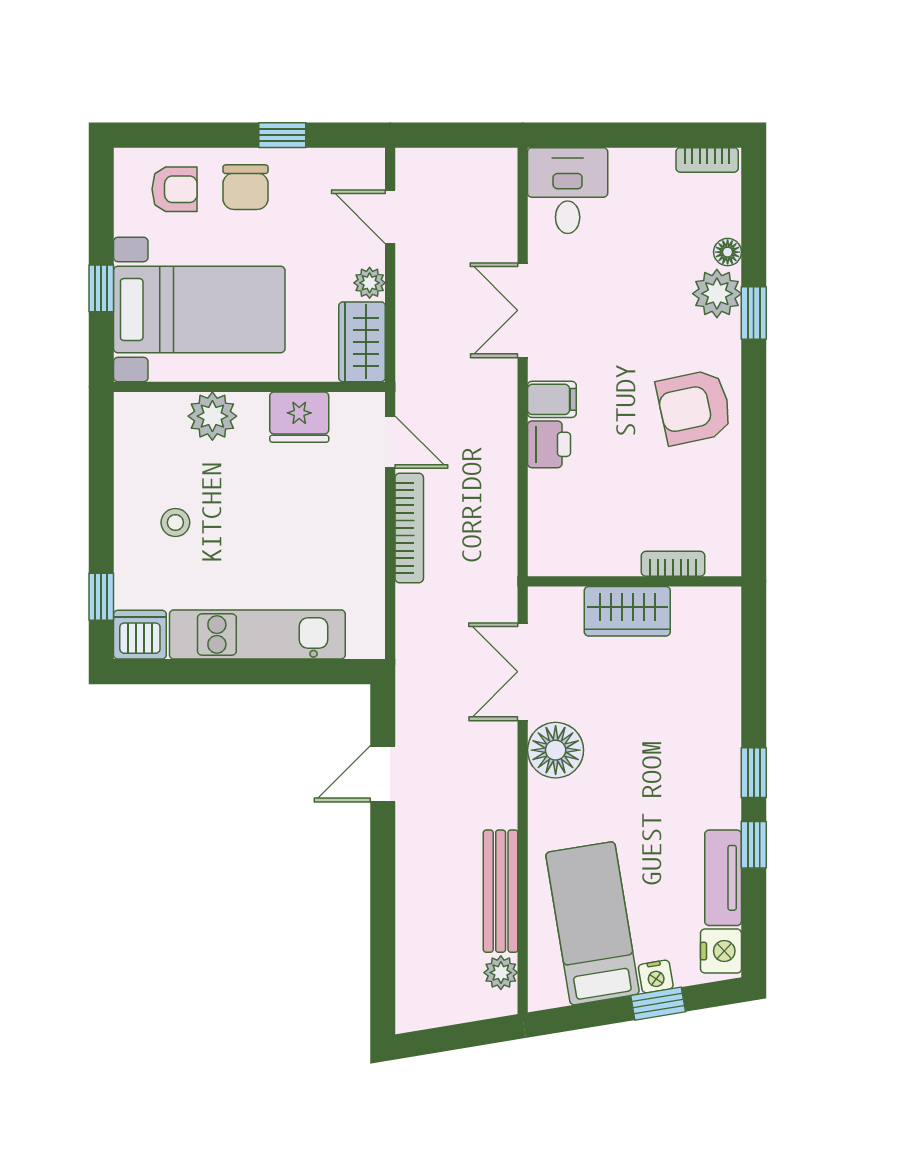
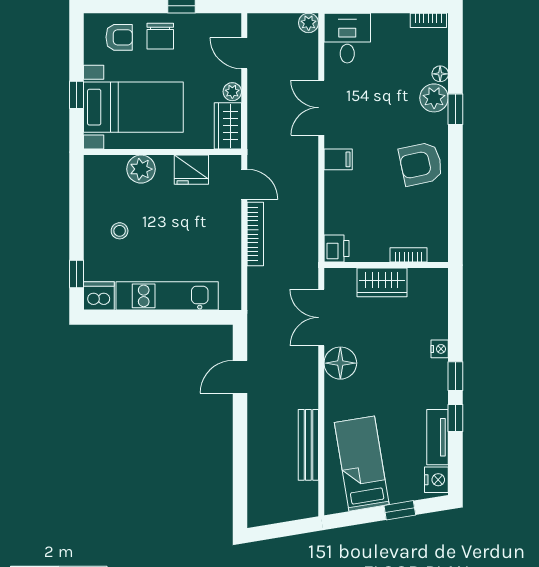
printer: (549, 444) -> (337, 249), moved
plant: (501, 973) -> (309, 23), moved
nightstand: (656, 977) -> (440, 349), moved, turned -81

